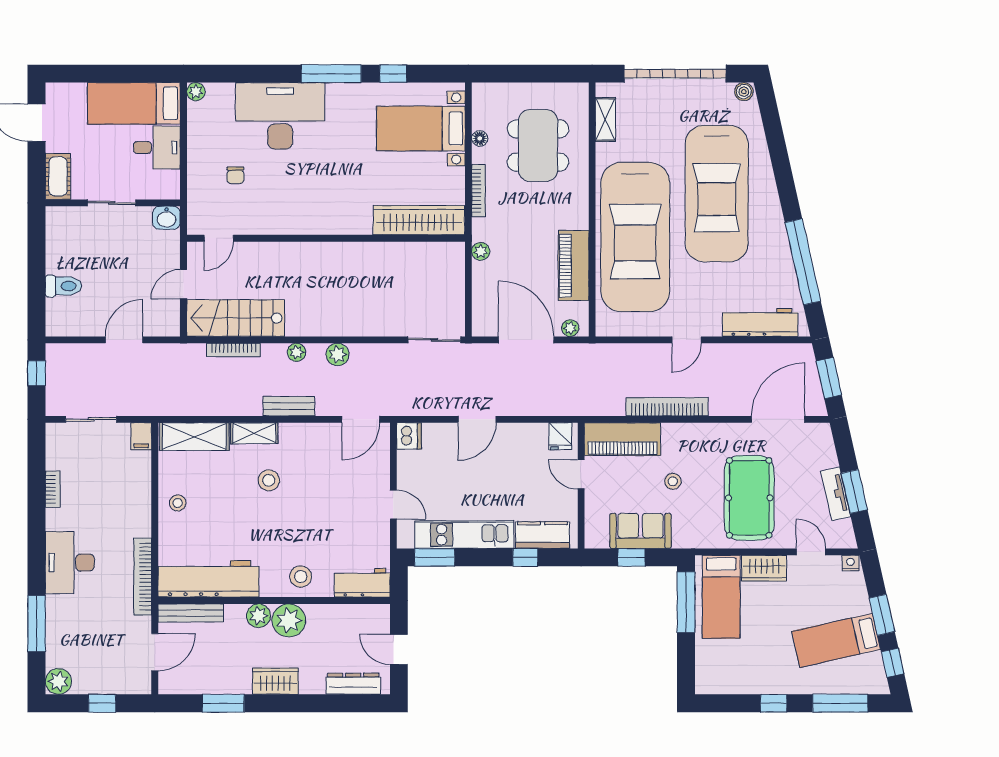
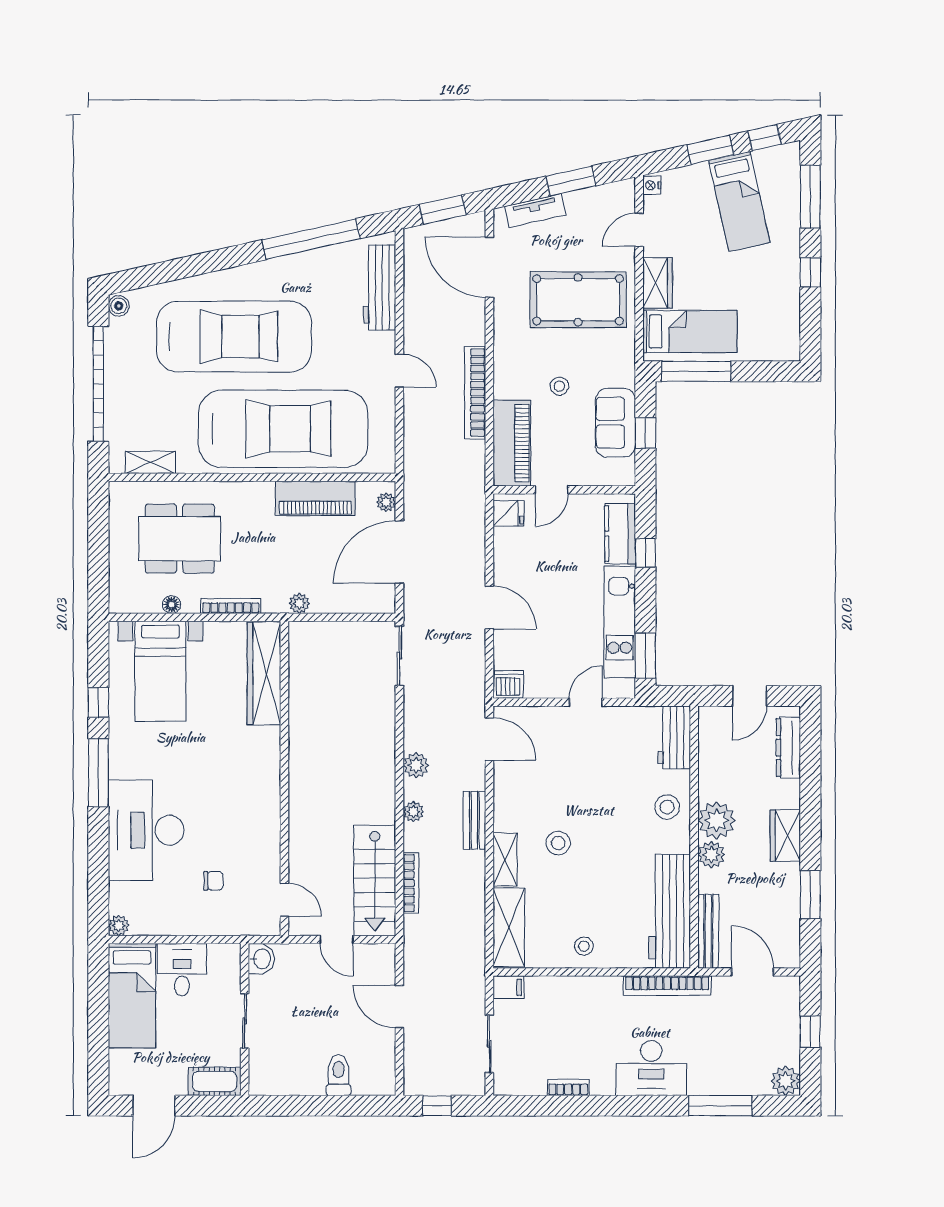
tv unit: (836, 494) -> (535, 211), moved

